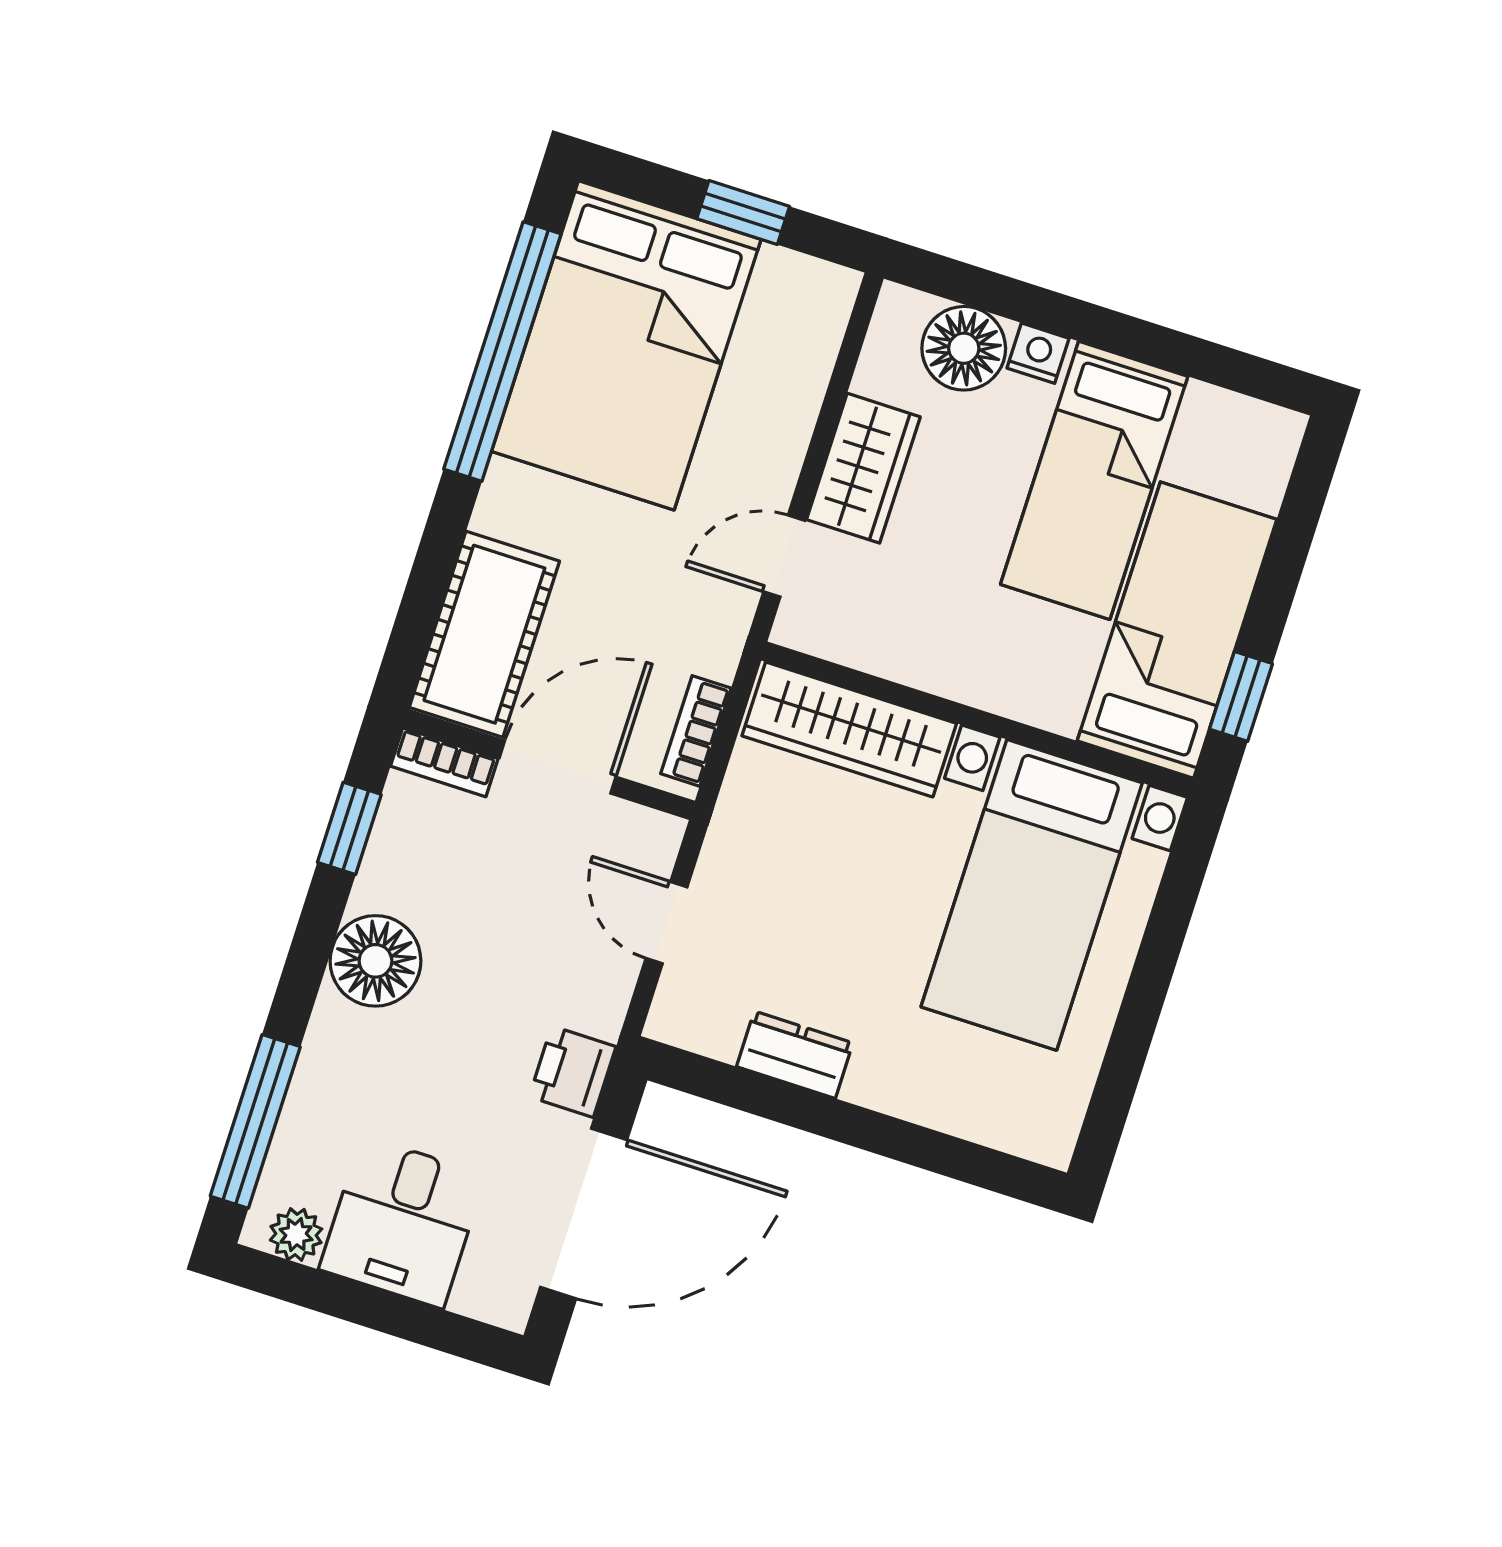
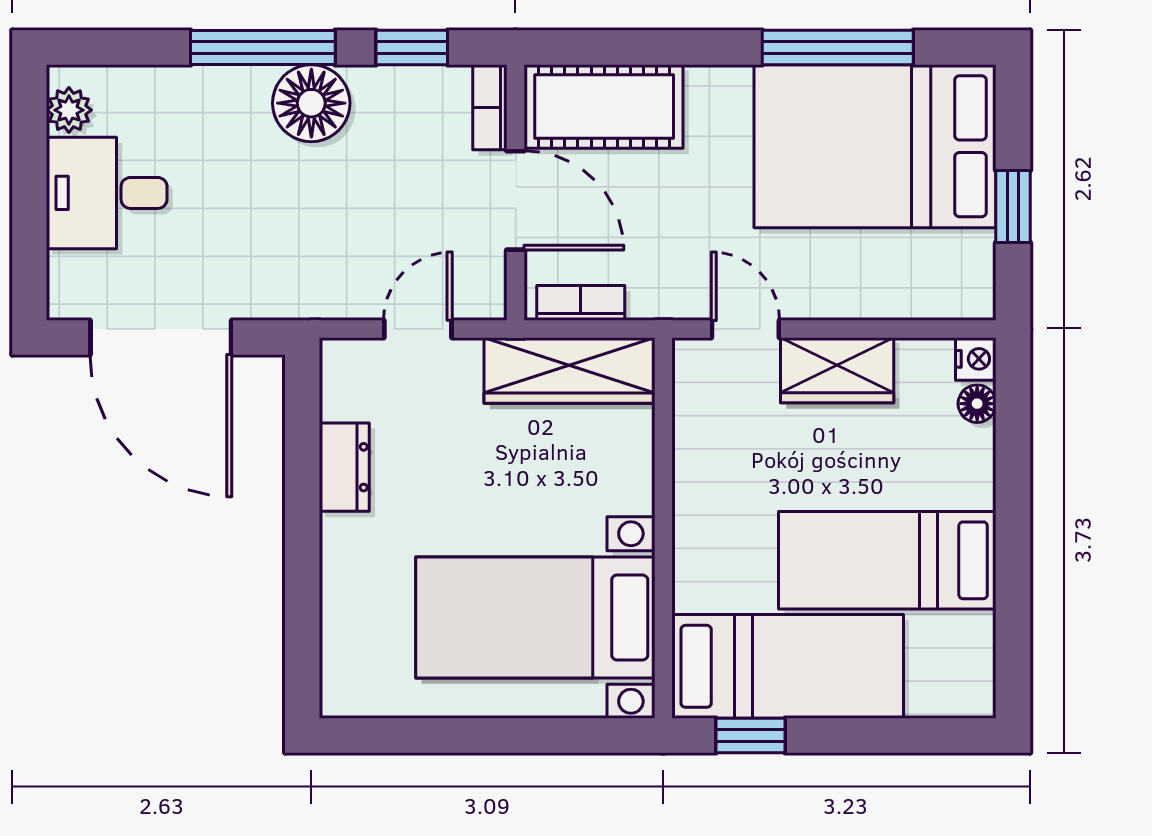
floor lamp: (964, 348) -> (977, 404), width x0.53, depth x0.53
window: (502, 352) -> (838, 48), width x0.68
nightstand: (1038, 353) -> (976, 359), moved
wardrobe: (849, 730) -> (569, 370), moved, turned -90
printer: (573, 1072) -> (273, 292), removed
window: (255, 1121) -> (263, 48), moved

